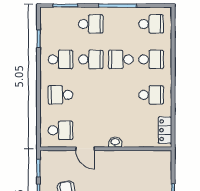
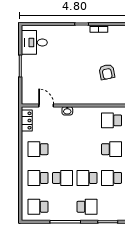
school desk: (91, 24) -> (87, 207), turned 180
door: (85, 149) -> (46, 105), moved

